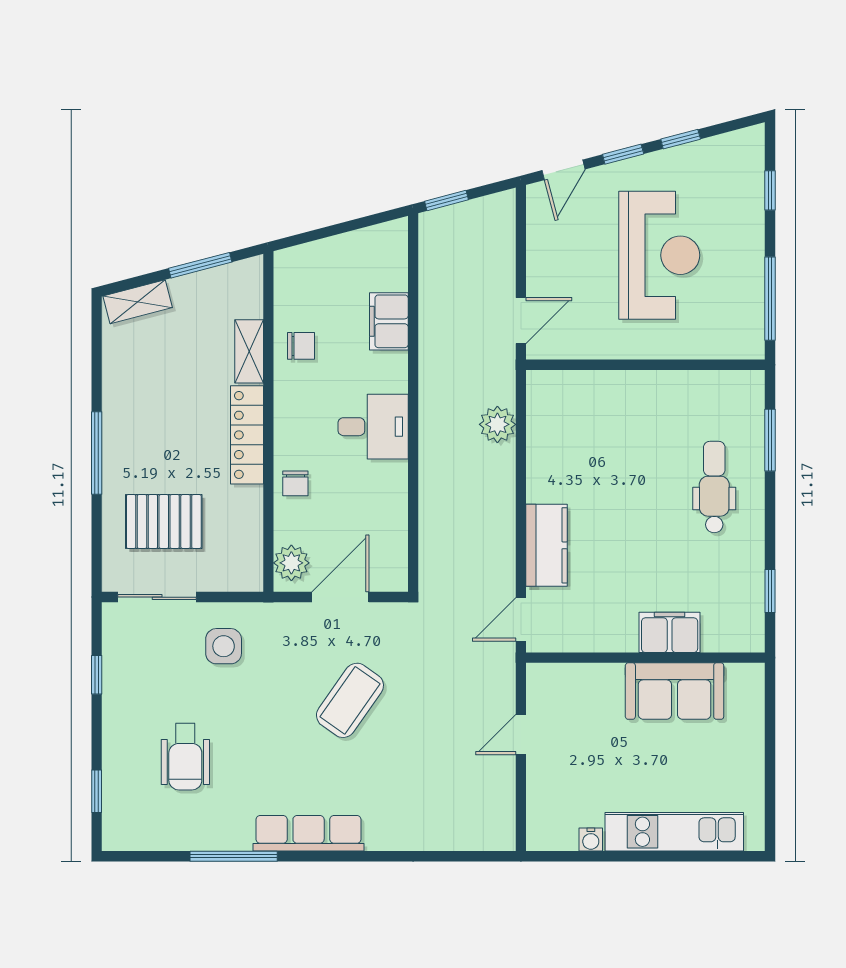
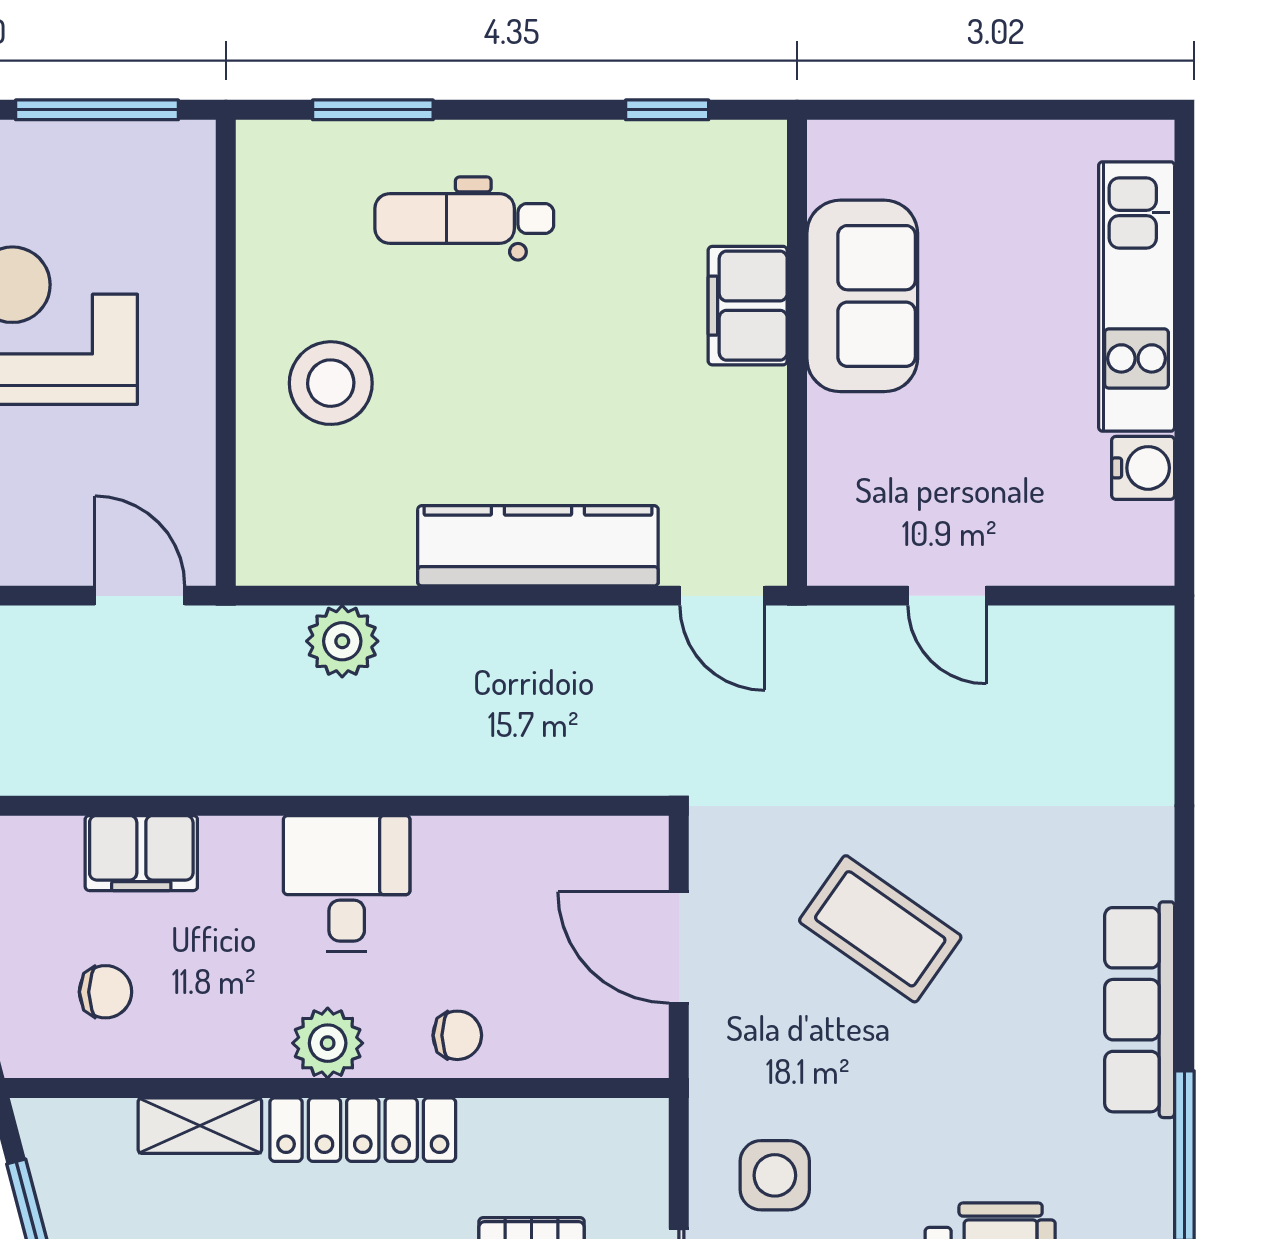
chair: (301, 346) -> (105, 992), moved, turned 90
stool: (630, 419) -> (331, 383), added
kitchen counter: (546, 545) -> (538, 546), width x1.50
plant: (291, 563) -> (328, 1043), moved
water cooler: (591, 840) -> (1143, 468), width x1.38, depth x1.38

